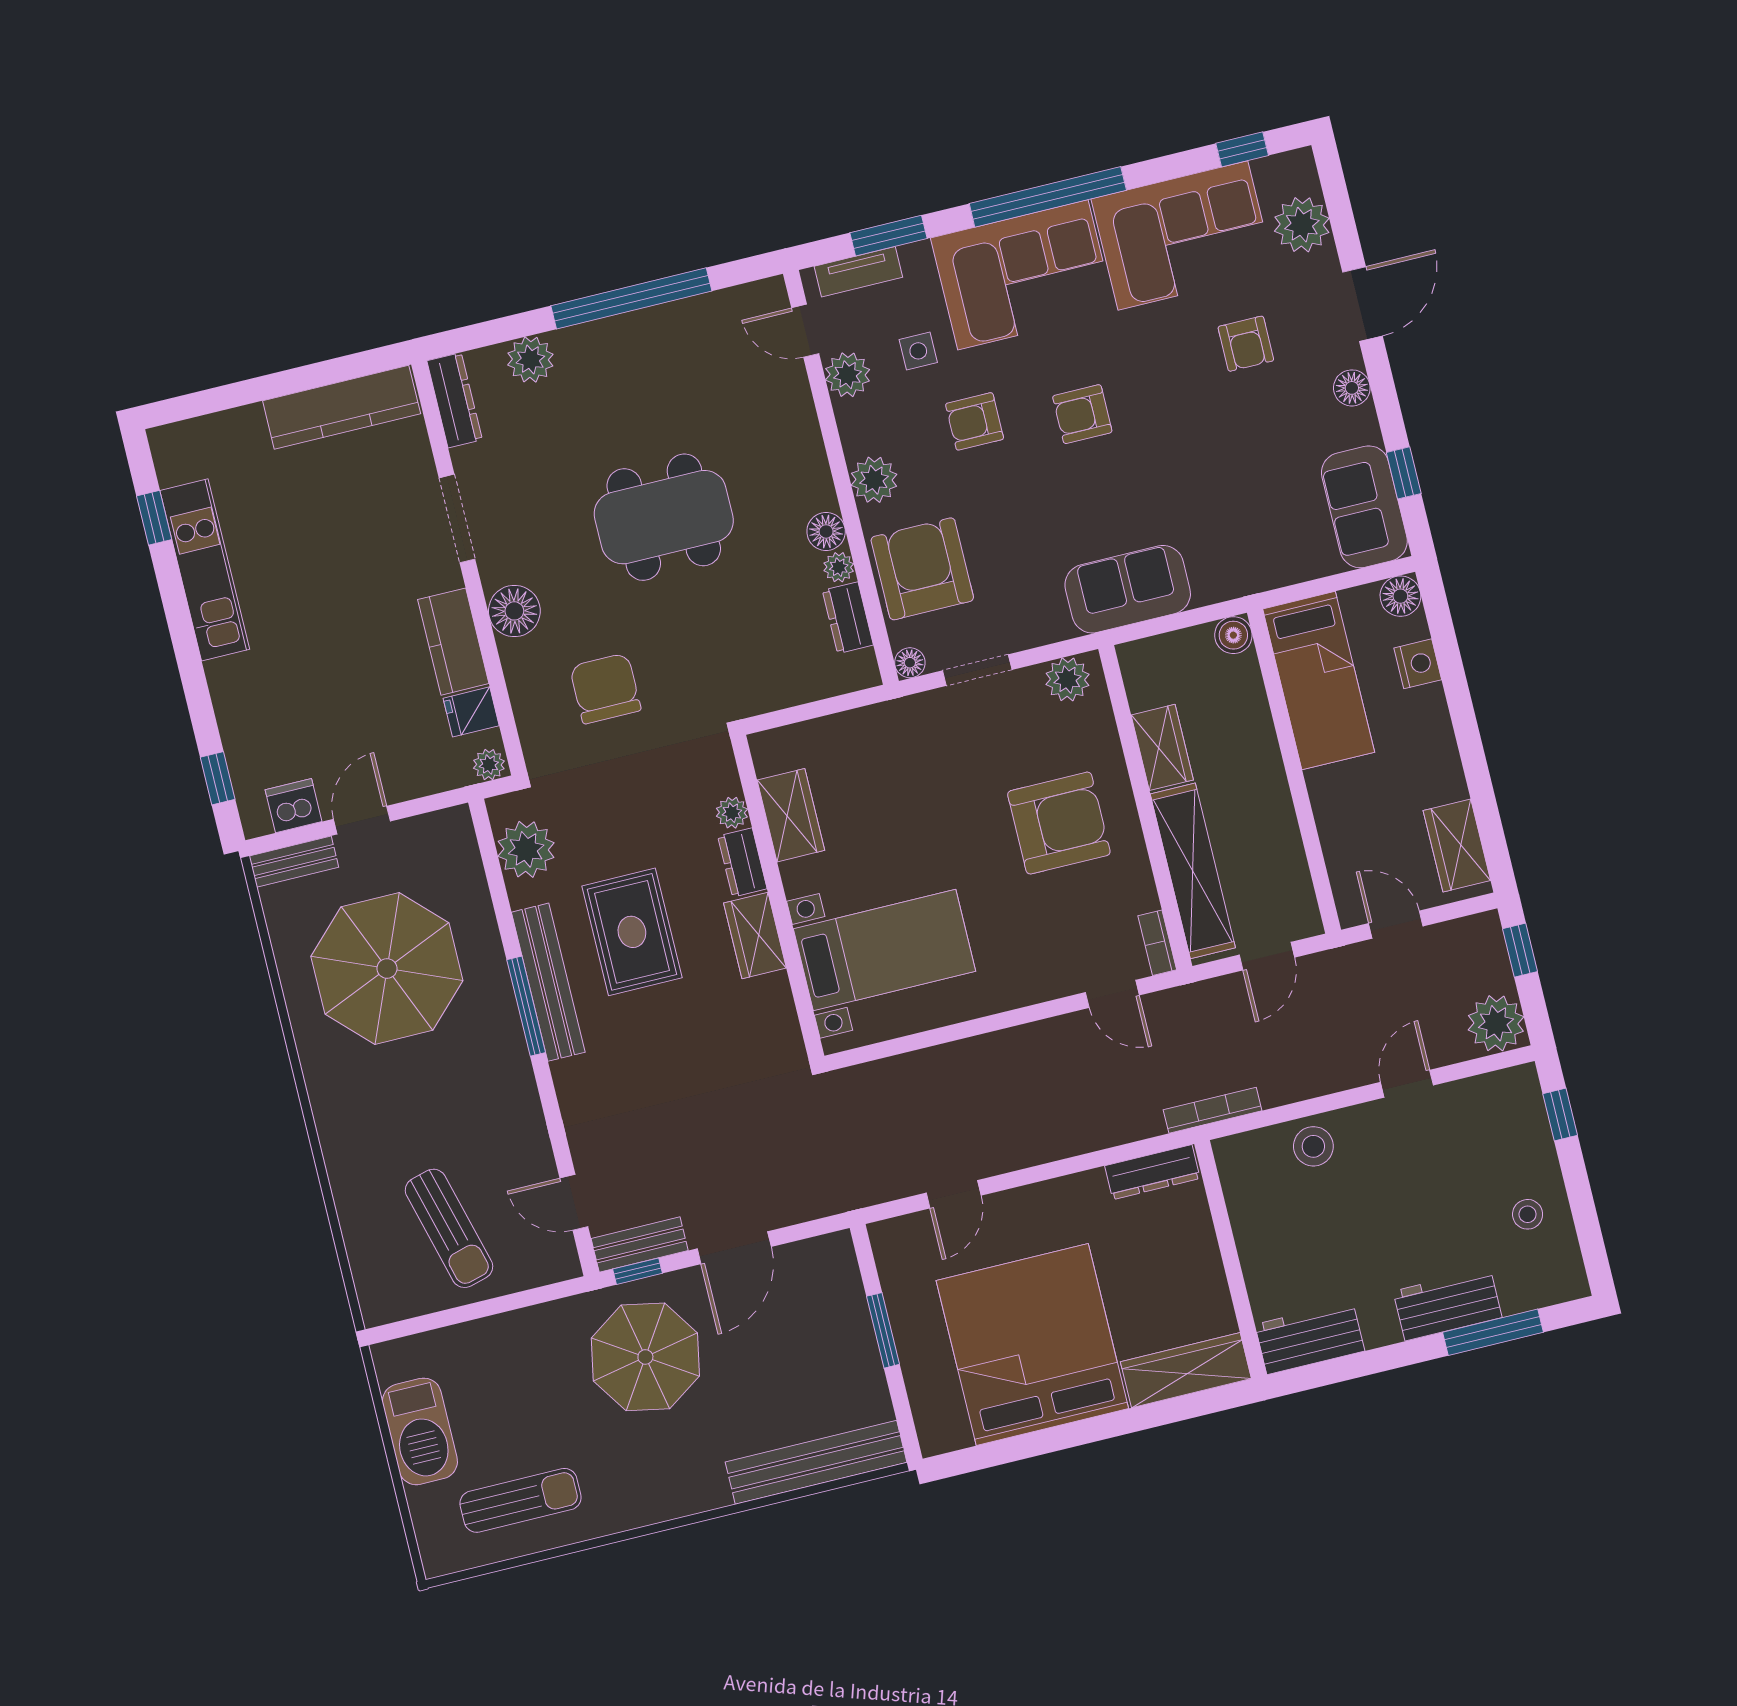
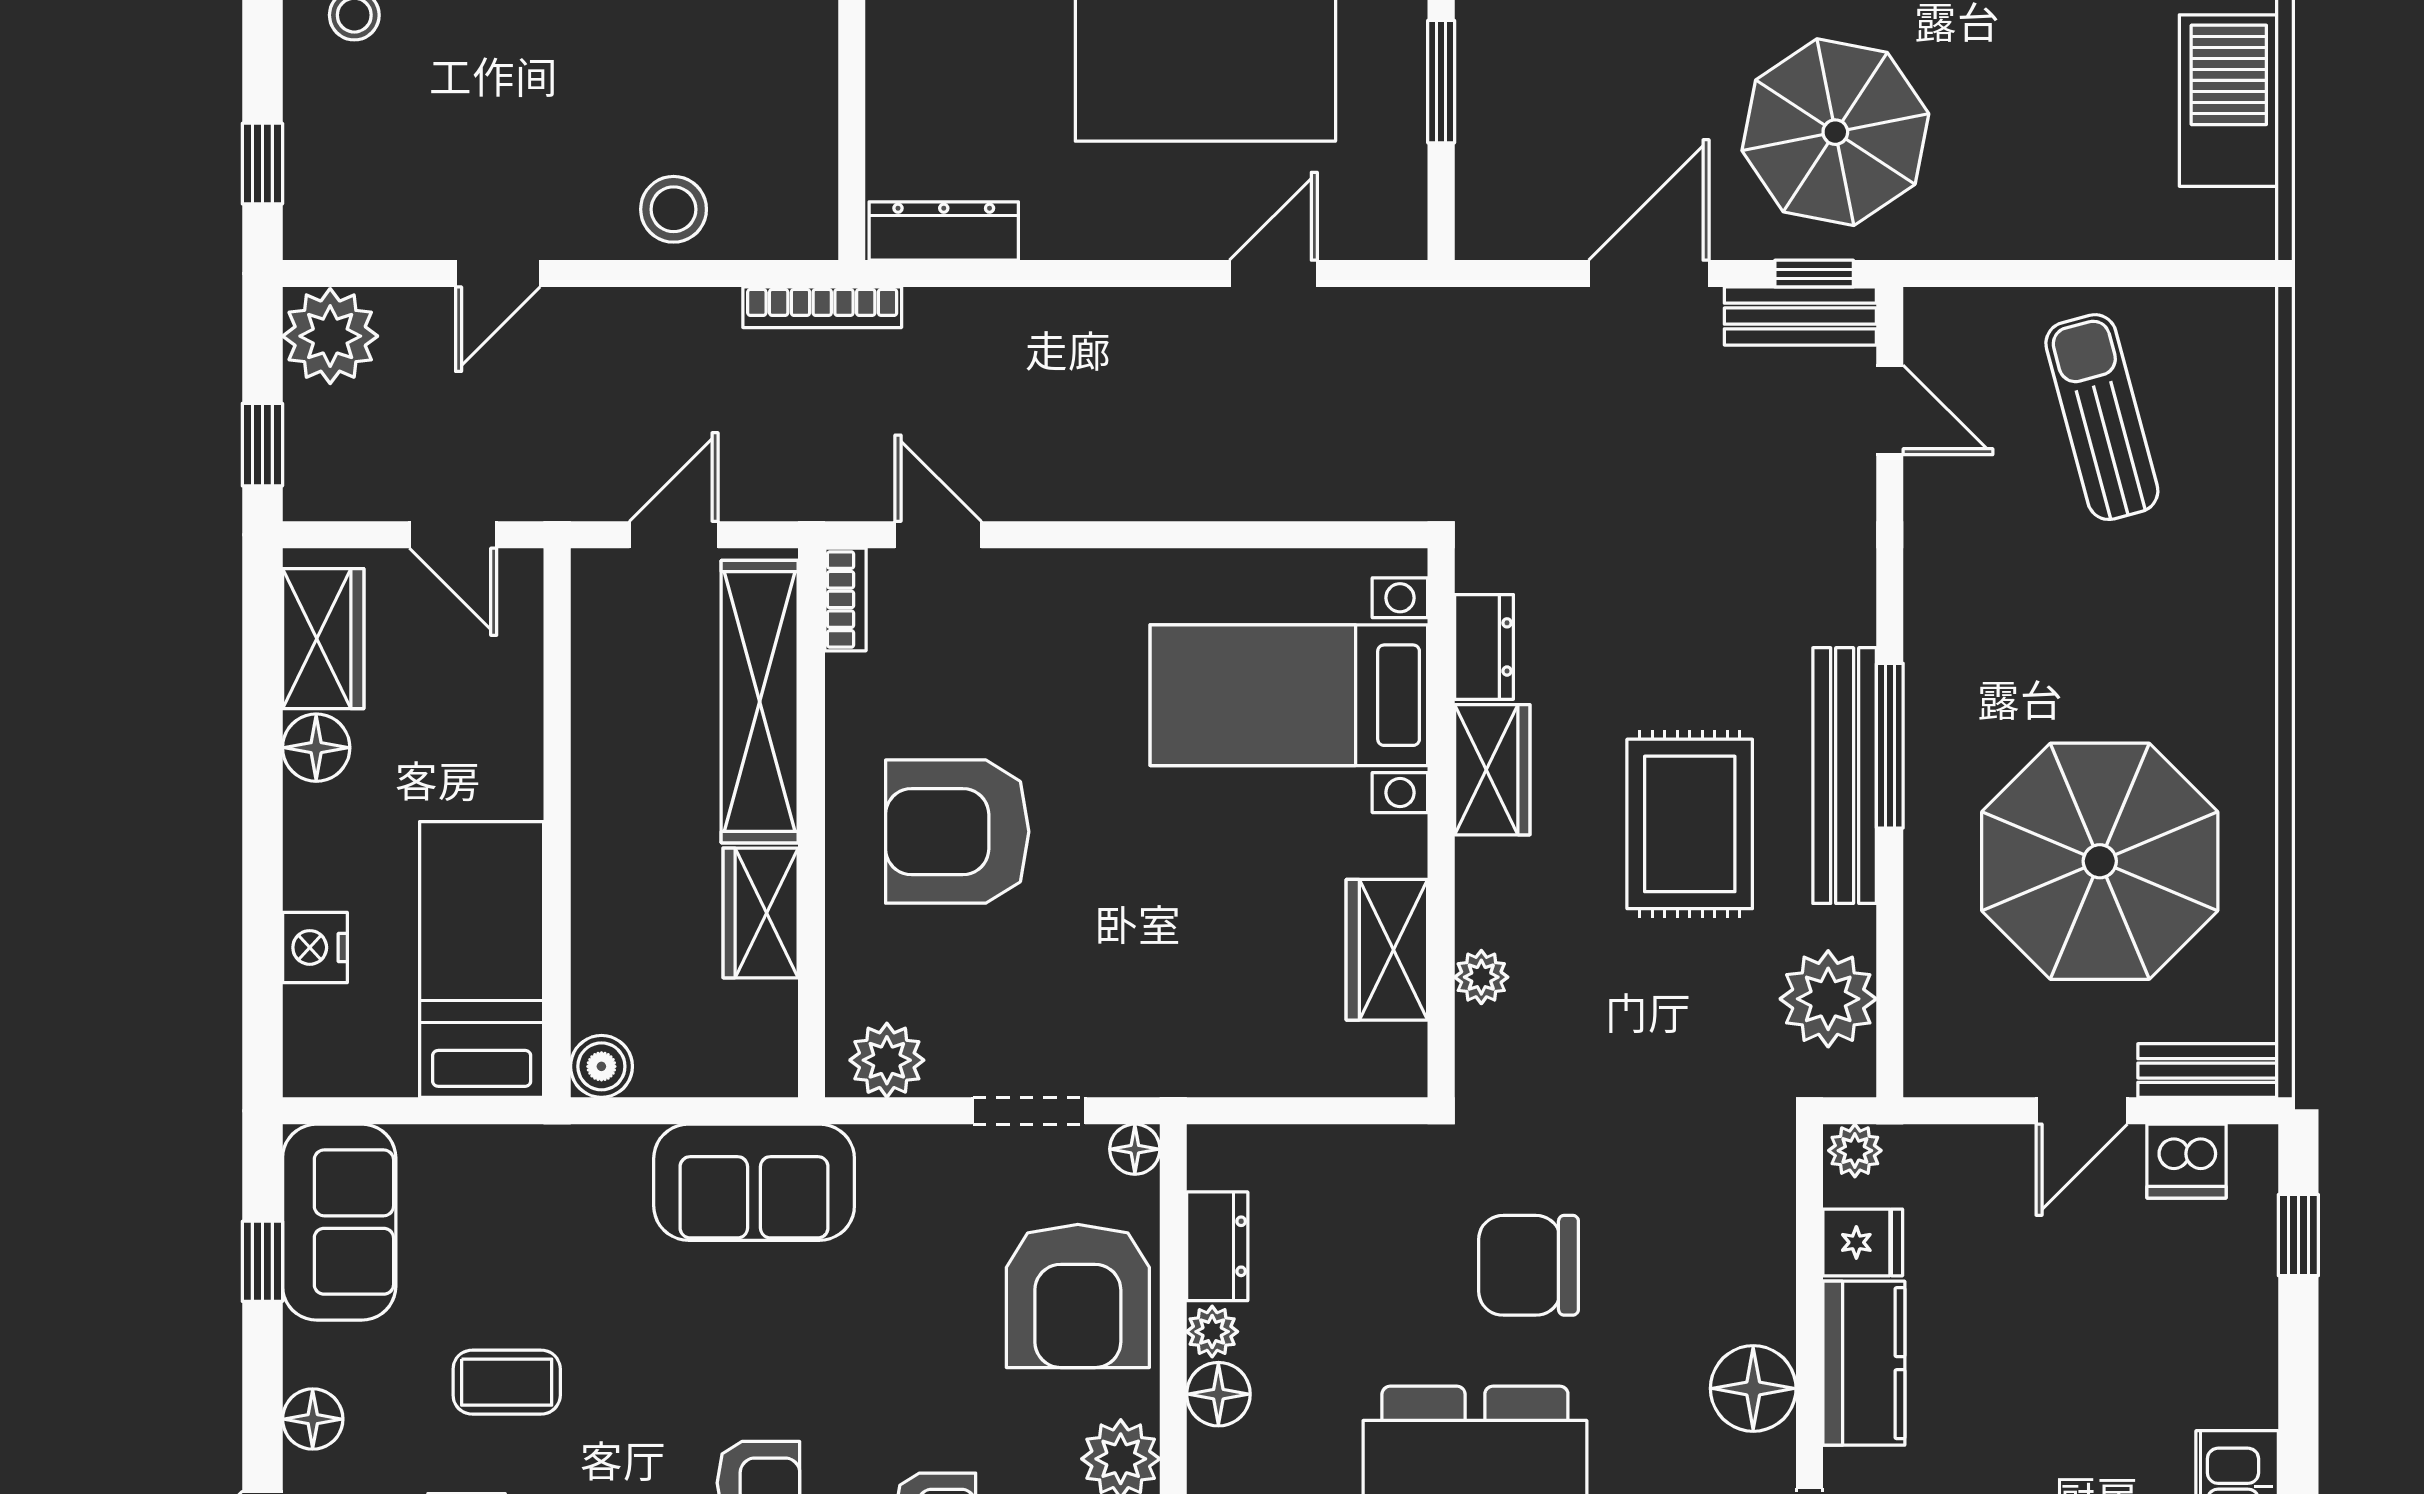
coffee table: (1244, 437) -> (507, 1382), added
floor lamp: (1400, 596) -> (316, 748), moved
chair: (605, 688) -> (1529, 1265), moved, turned 90
dresser: (742, 862) -> (1484, 647), moved

